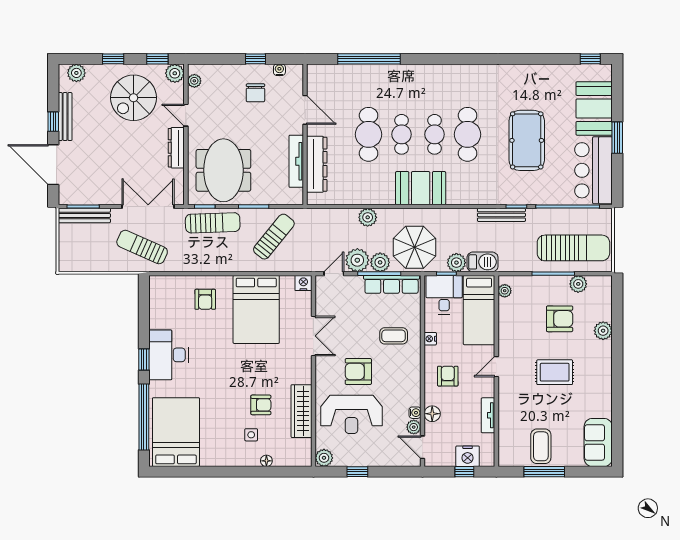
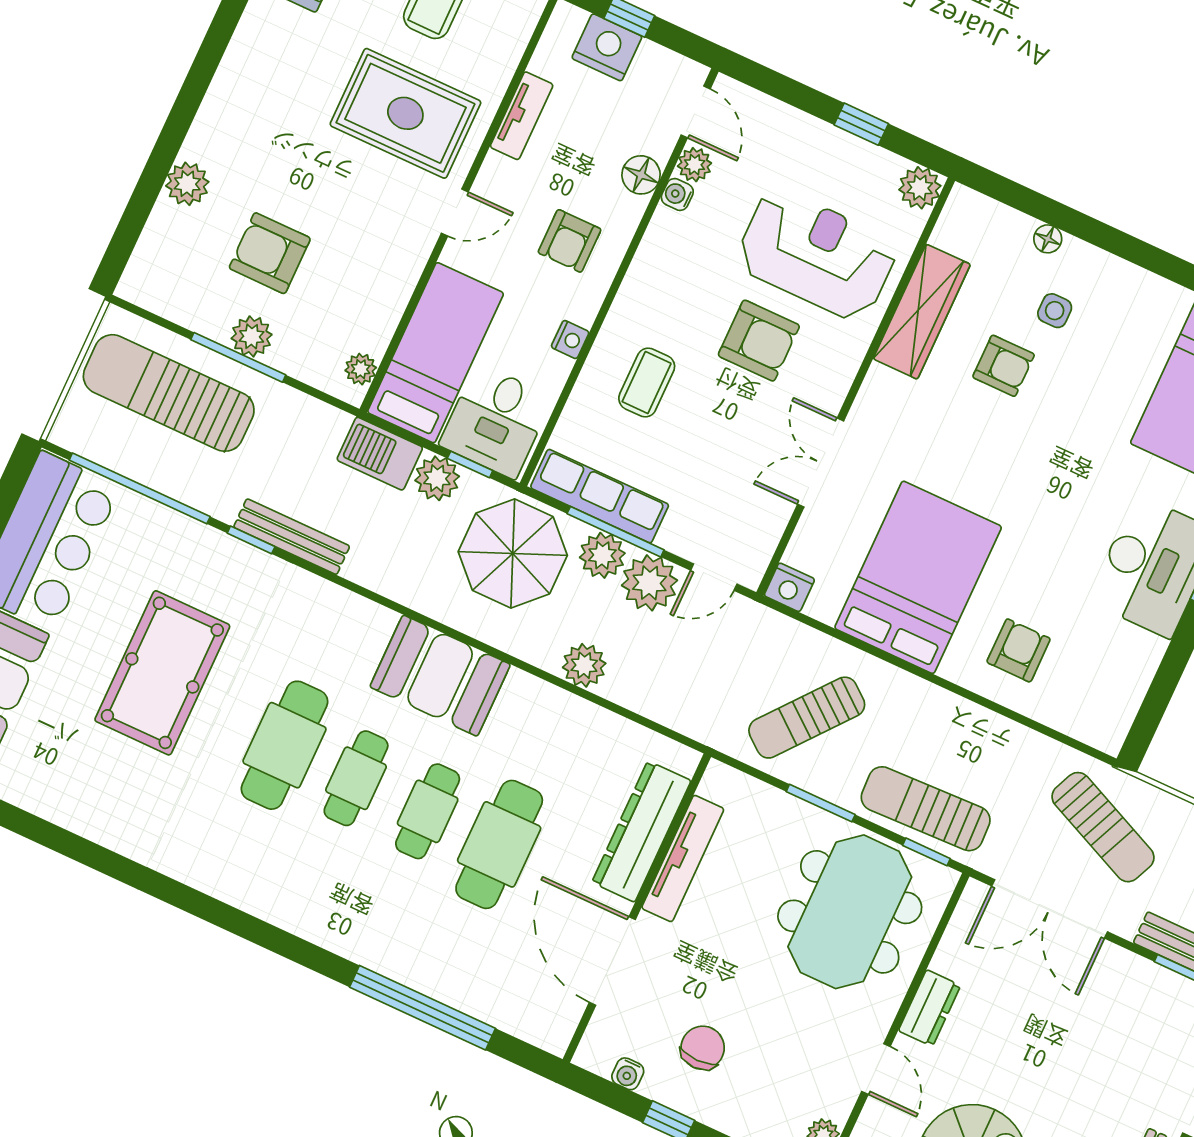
door: (305, 110) -> (612, 961), width x1.36
dresser: (176, 148) -> (930, 1008), width x0.70
plant: (578, 284) -> (252, 336), moved
coffee table: (394, 336) -> (647, 382), turned 90
rug: (555, 372) -> (405, 113), moved, width x1.36, depth x1.43
armchair: (261, 405) -> (1004, 366), turned 180

